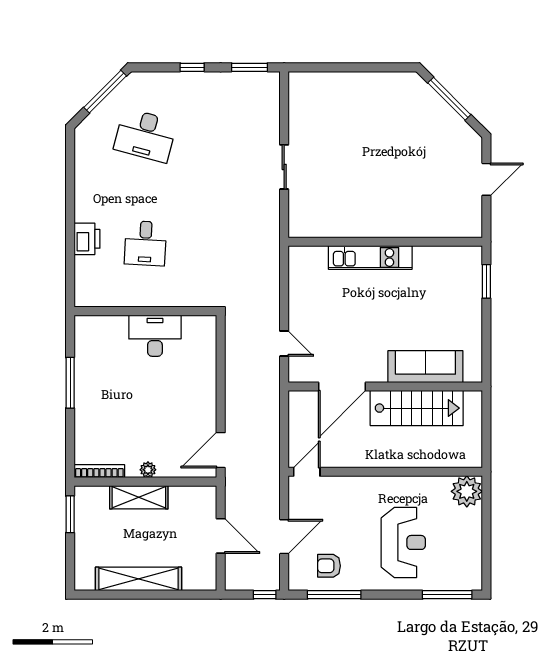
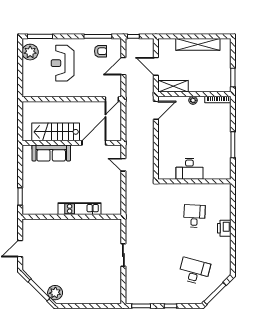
plant: (418, 93) -> (55, 293), added
printer: (87, 239) -> (224, 228), moved
plant: (467, 491) -> (30, 52), moved
shelving: (139, 497) -> (173, 86), moved

